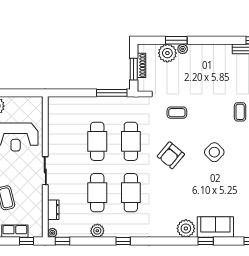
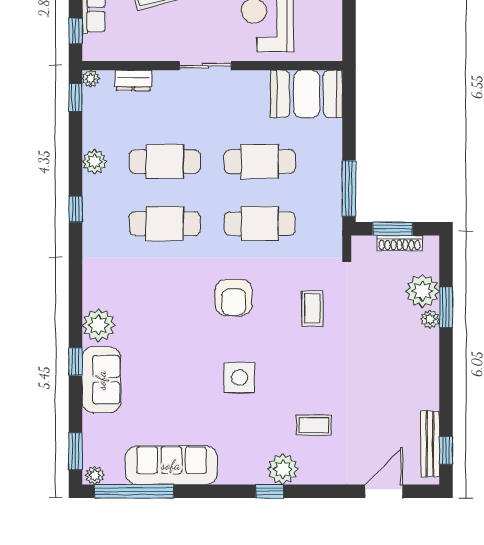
booth: (61, 116) -> (307, 94), added
side table: (214, 152) -> (239, 378), turned 45
armchair: (171, 155) -> (234, 297), turned -130

